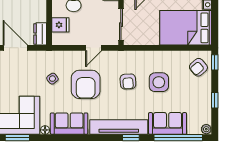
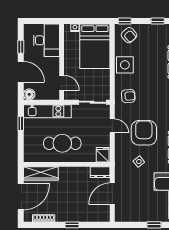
fridge: (60, 25) -> (103, 155), moved
armchair: (128, 81) -> (128, 96), moved
side table: (159, 82) -> (125, 65), moved
armchair: (86, 84) -> (144, 133), turned -90

